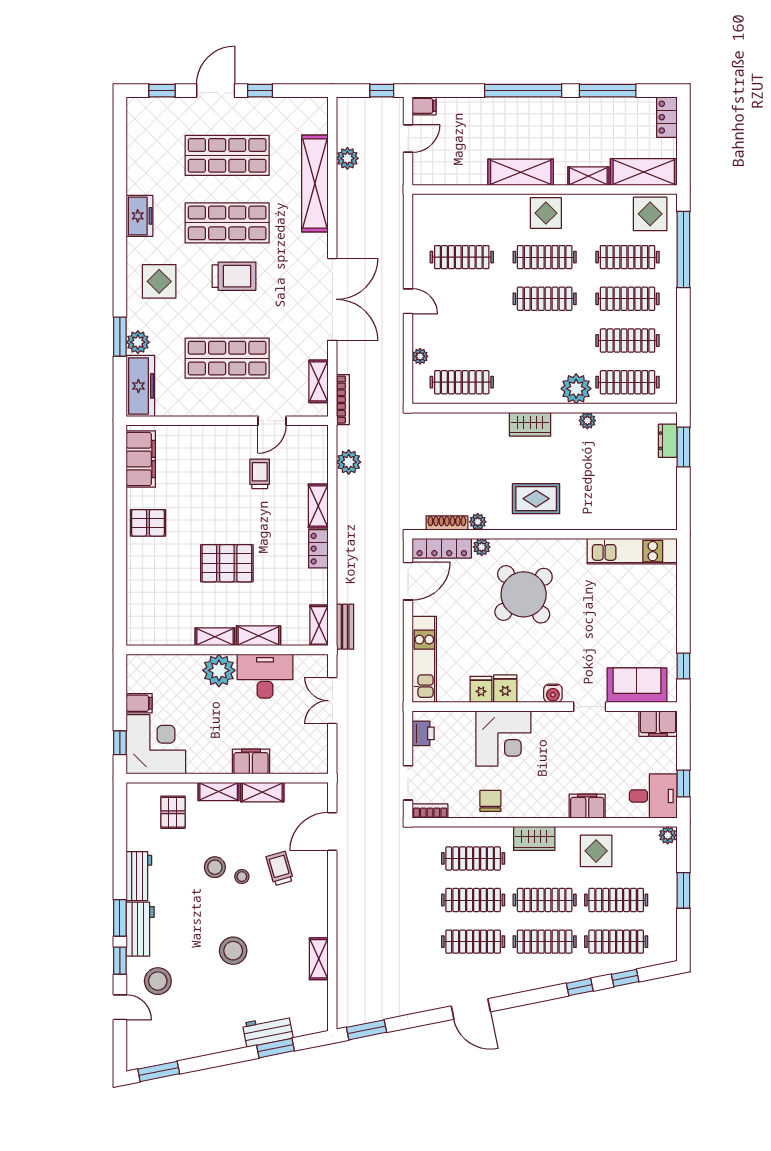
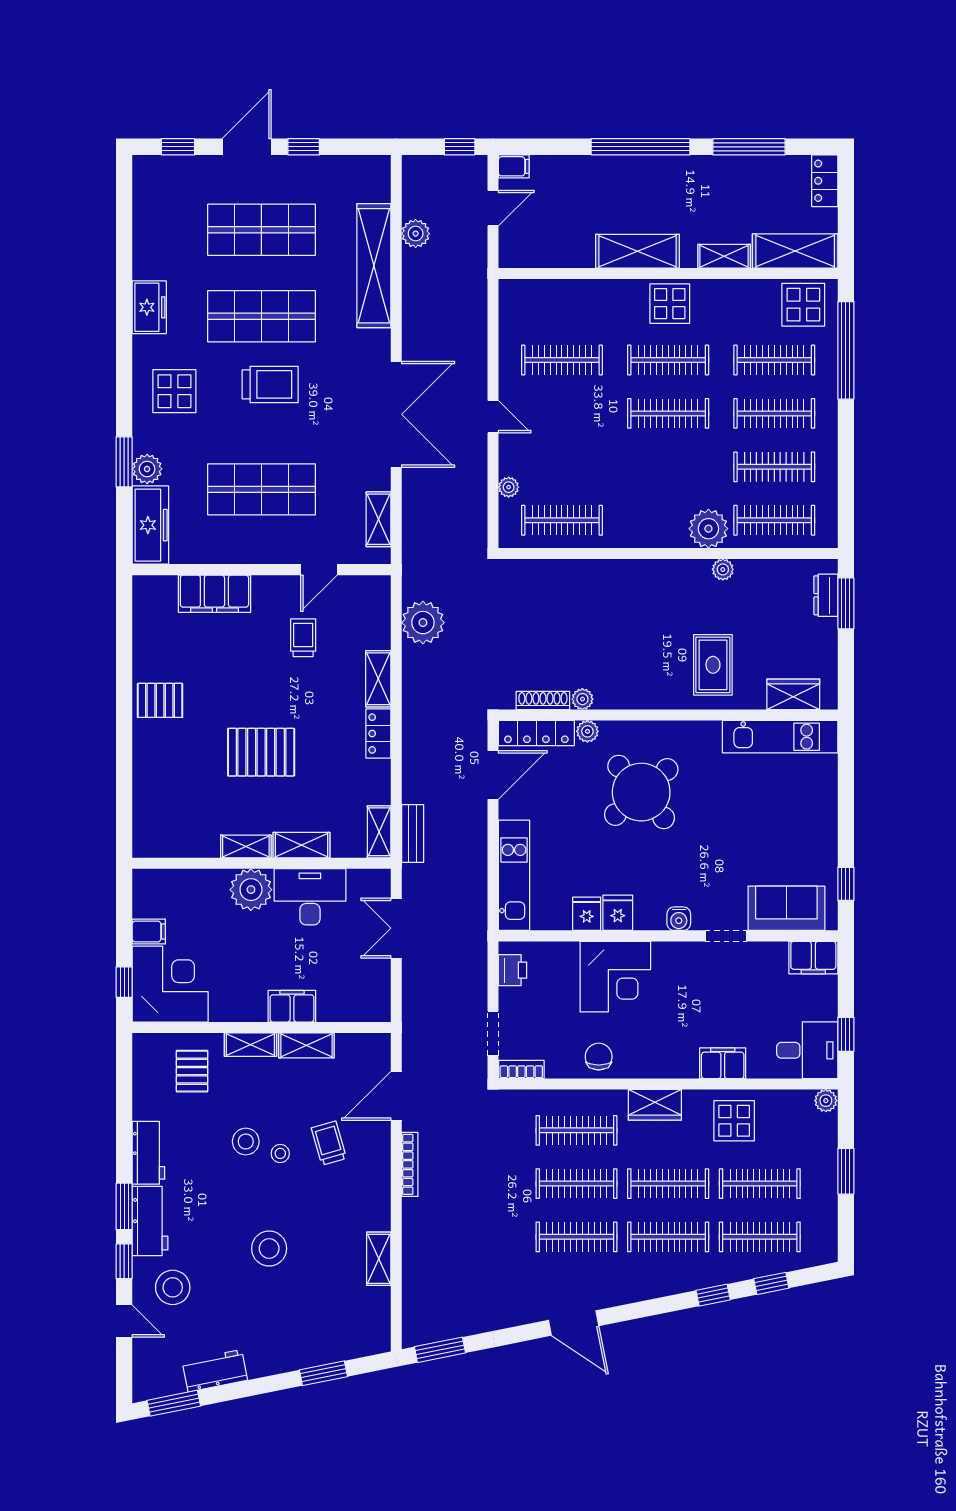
bookcase: (343, 400) -> (410, 1164), moved
wardrobe: (530, 424) -> (793, 694), moved, turned 180
filing cabinet: (141, 459) -> (214, 594), moved, turned 90
plant: (349, 462) -> (423, 623), width x1.36, depth x1.36
rug: (536, 499) -> (713, 665), moved, turned 90
workbench: (268, 1031) -> (215, 1371), moved

